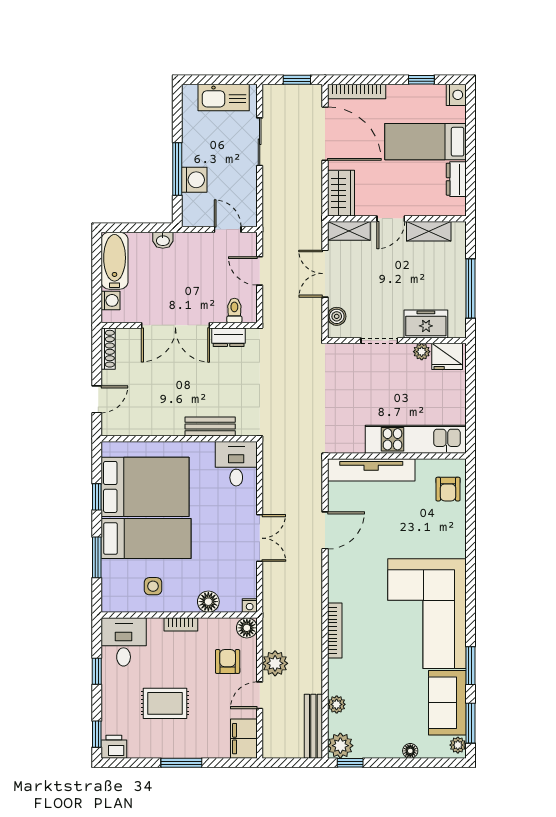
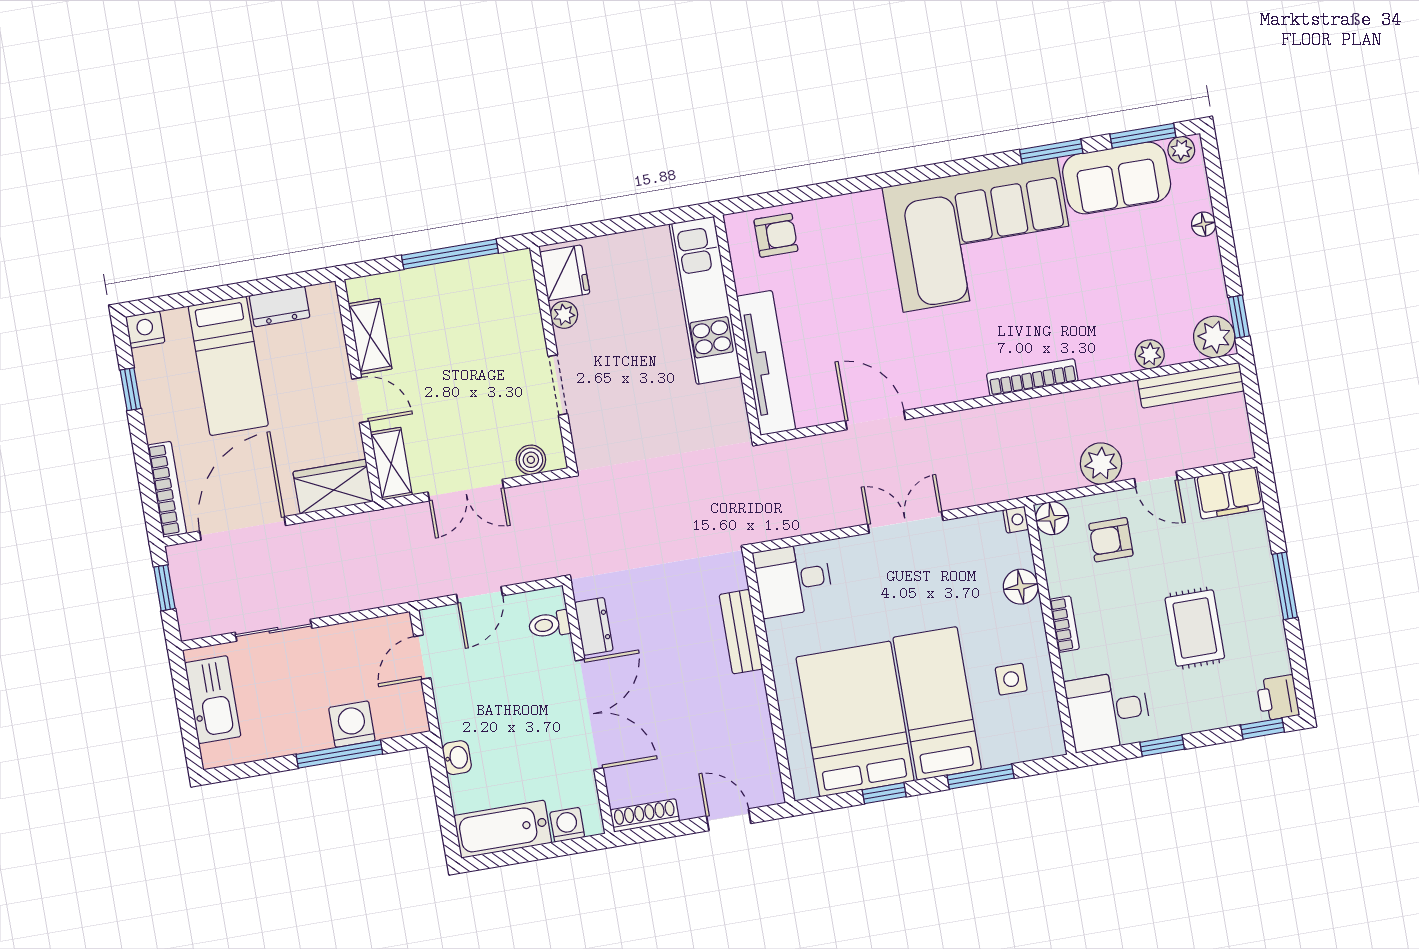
freezer: (426, 324) -> (519, 315), removed

